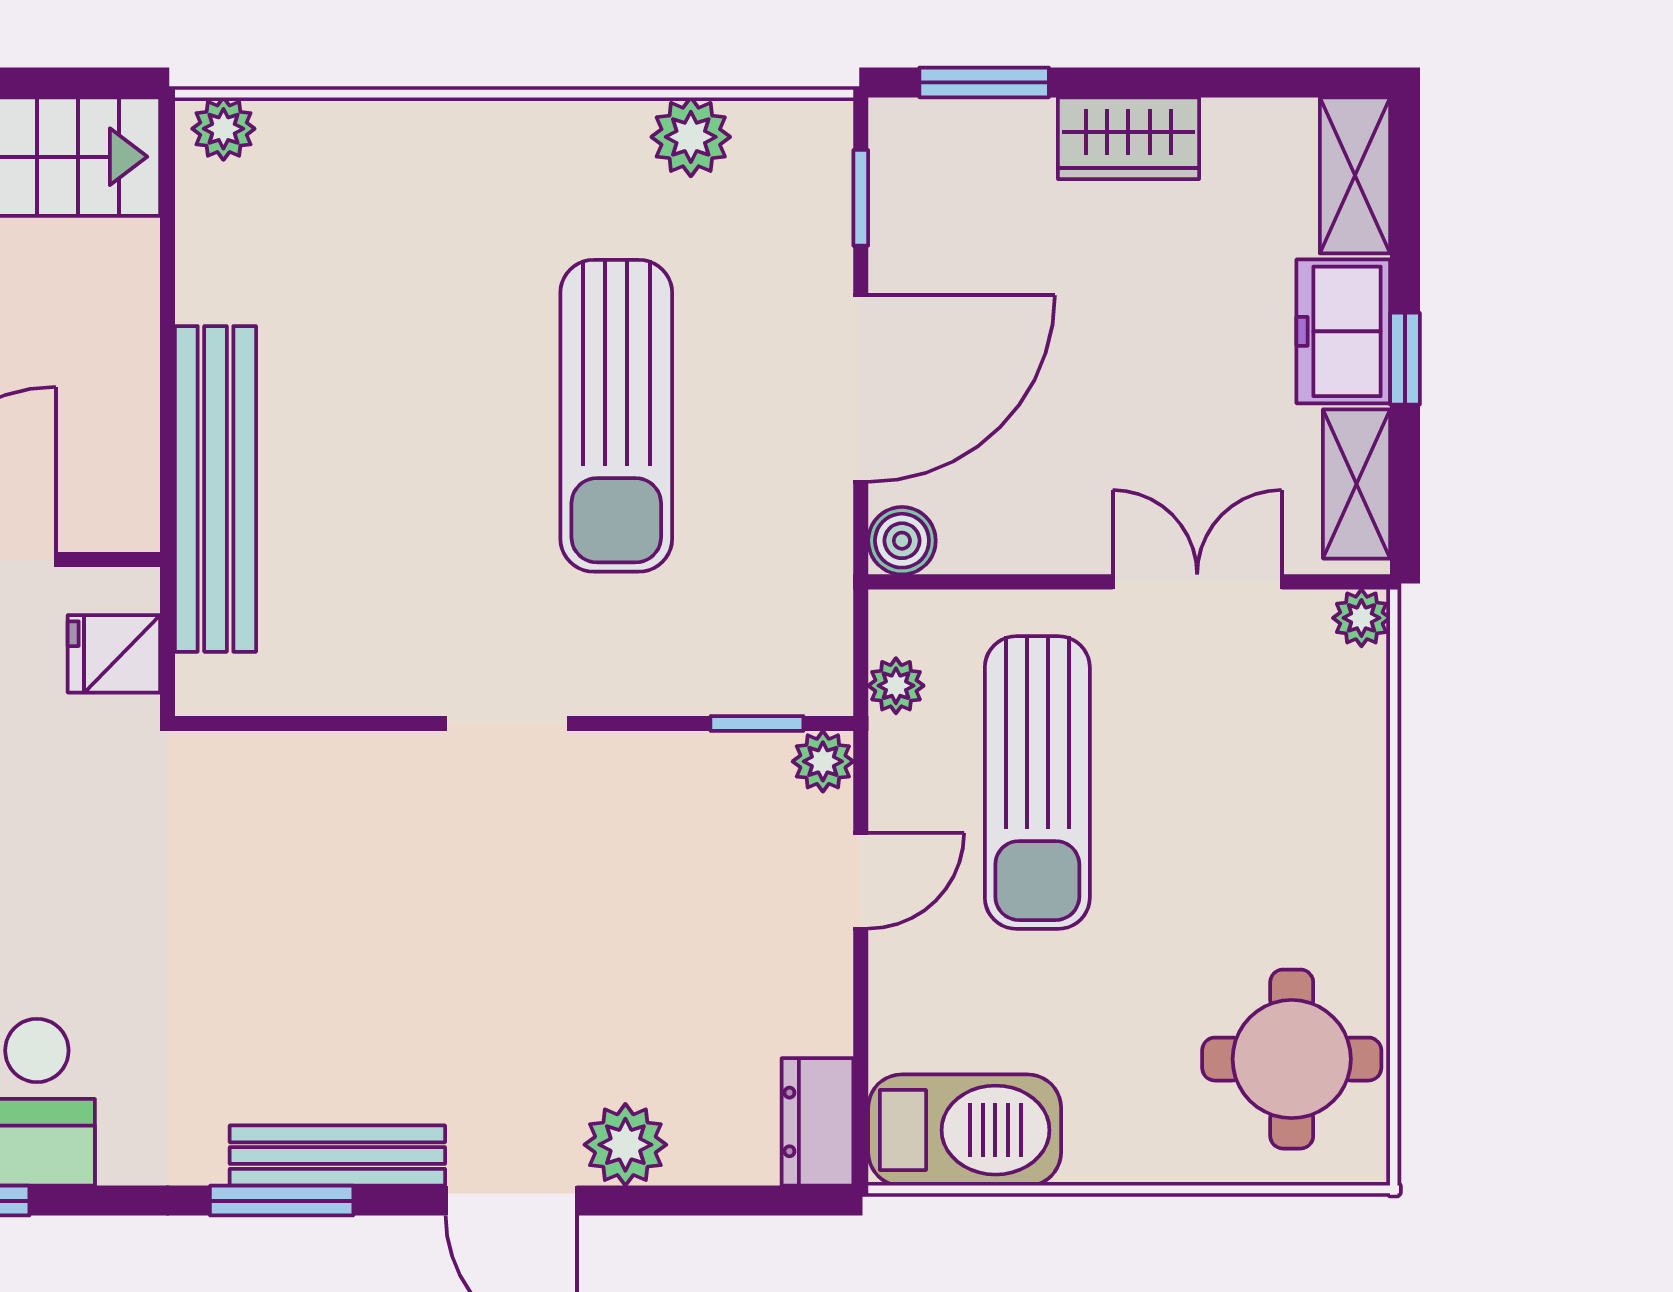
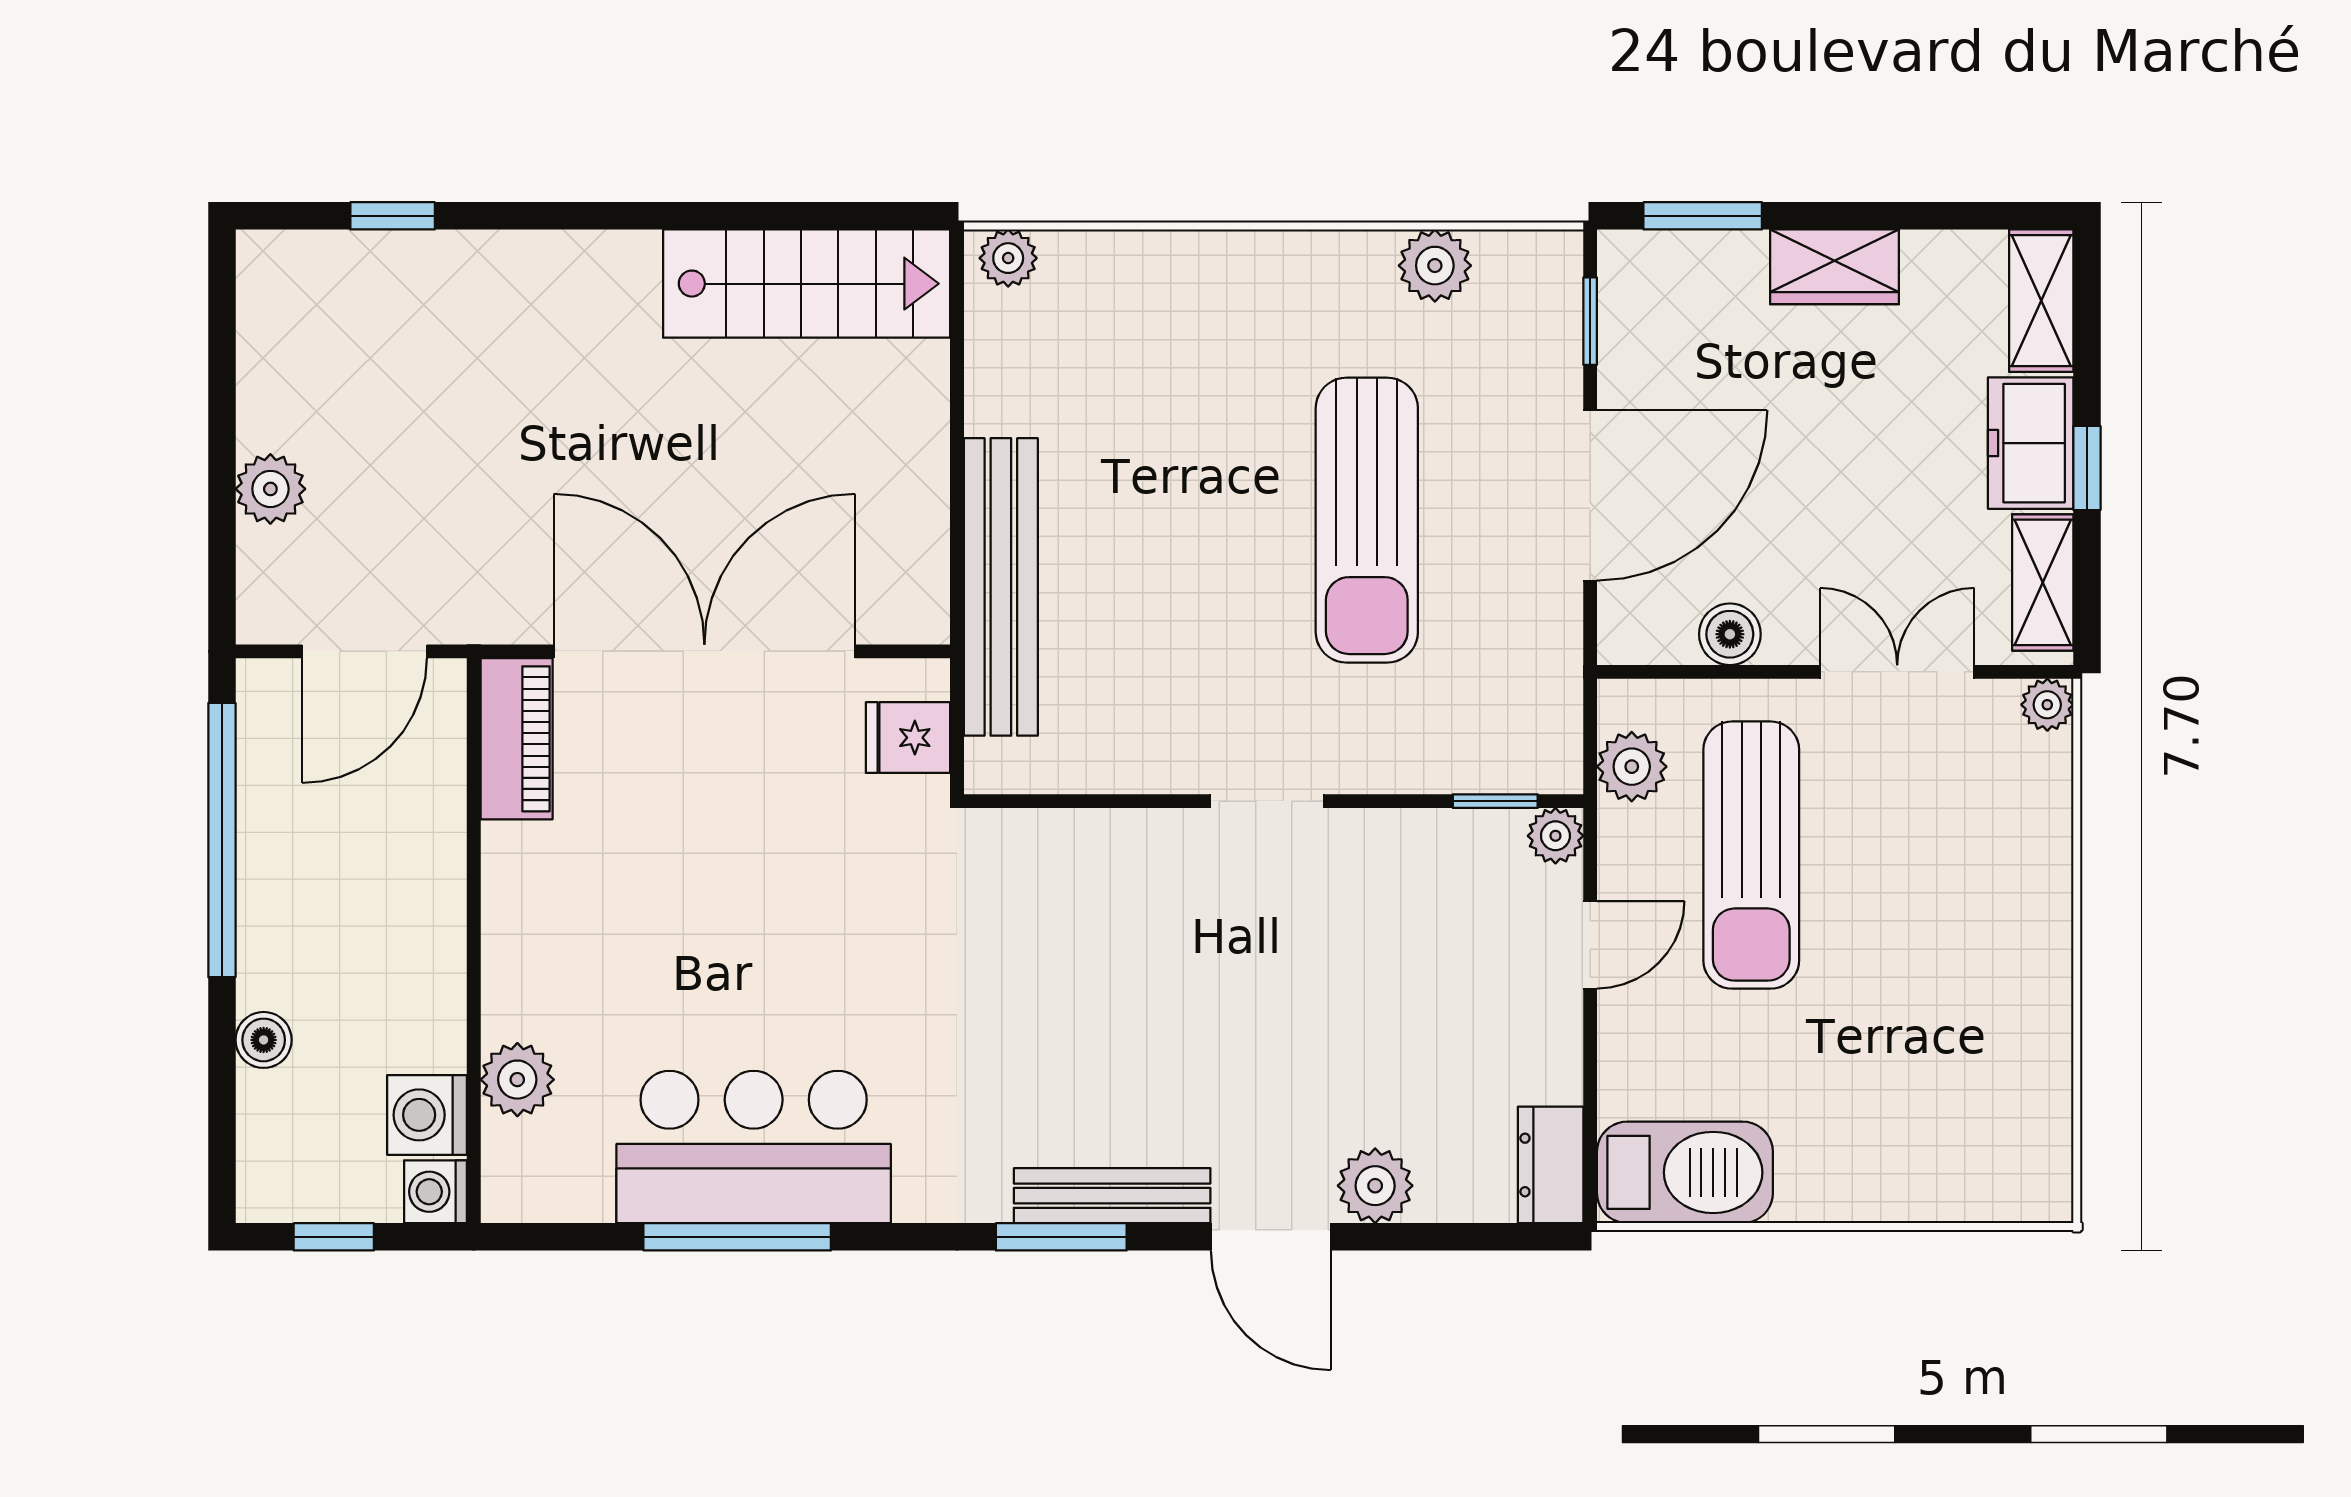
boiler: (902, 541) -> (1730, 634), moved
plant: (896, 686) -> (1632, 767), width x1.38, depth x1.38
round table: (1292, 1059) -> (1984, 1108), removed

